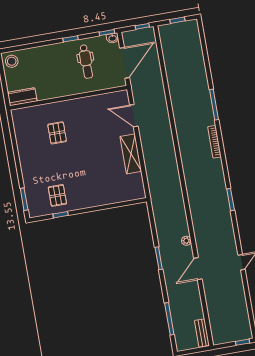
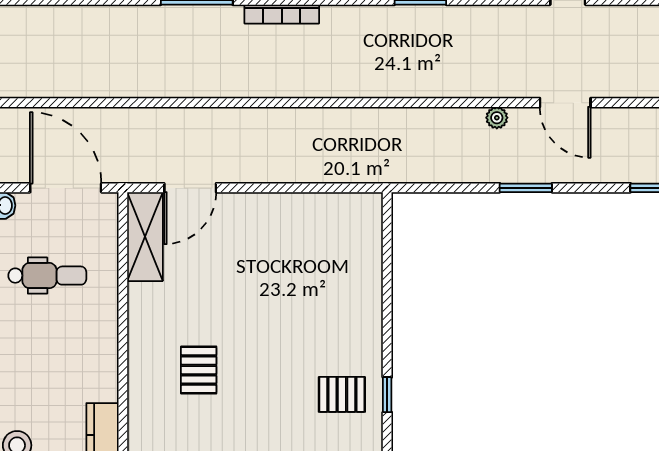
pallet: (57, 133) -> (199, 370), turned 90
shelving: (131, 154) -> (145, 237), moved, turned 90

